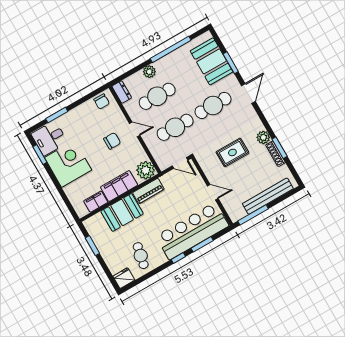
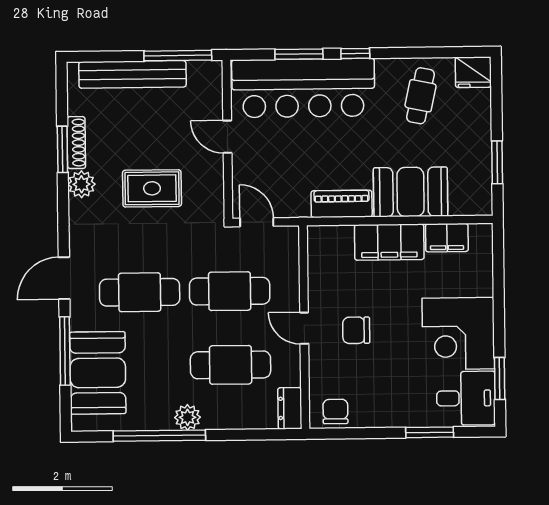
window: (231, 63) -> (65, 351), width x1.44
plant: (149, 72) -> (187, 417), moved
plant: (146, 170) -> (326, 244), removed

